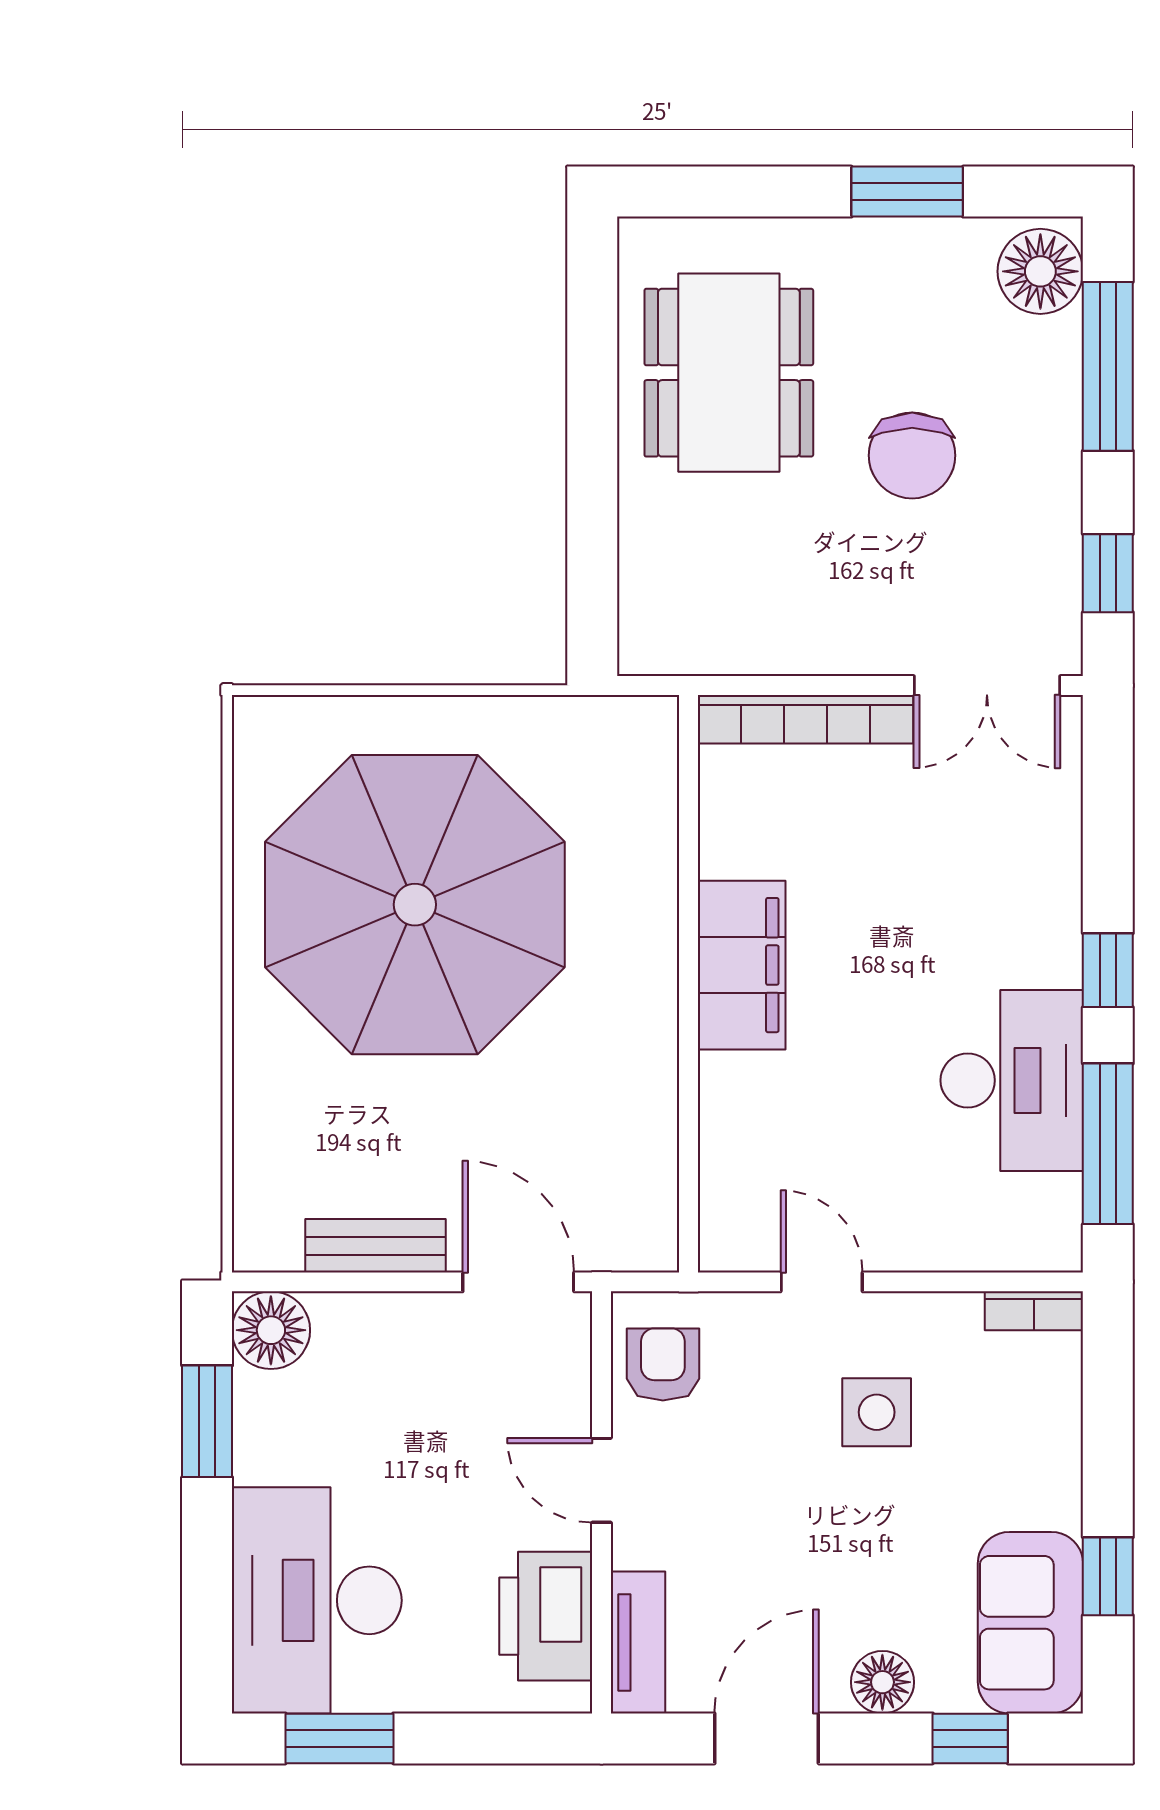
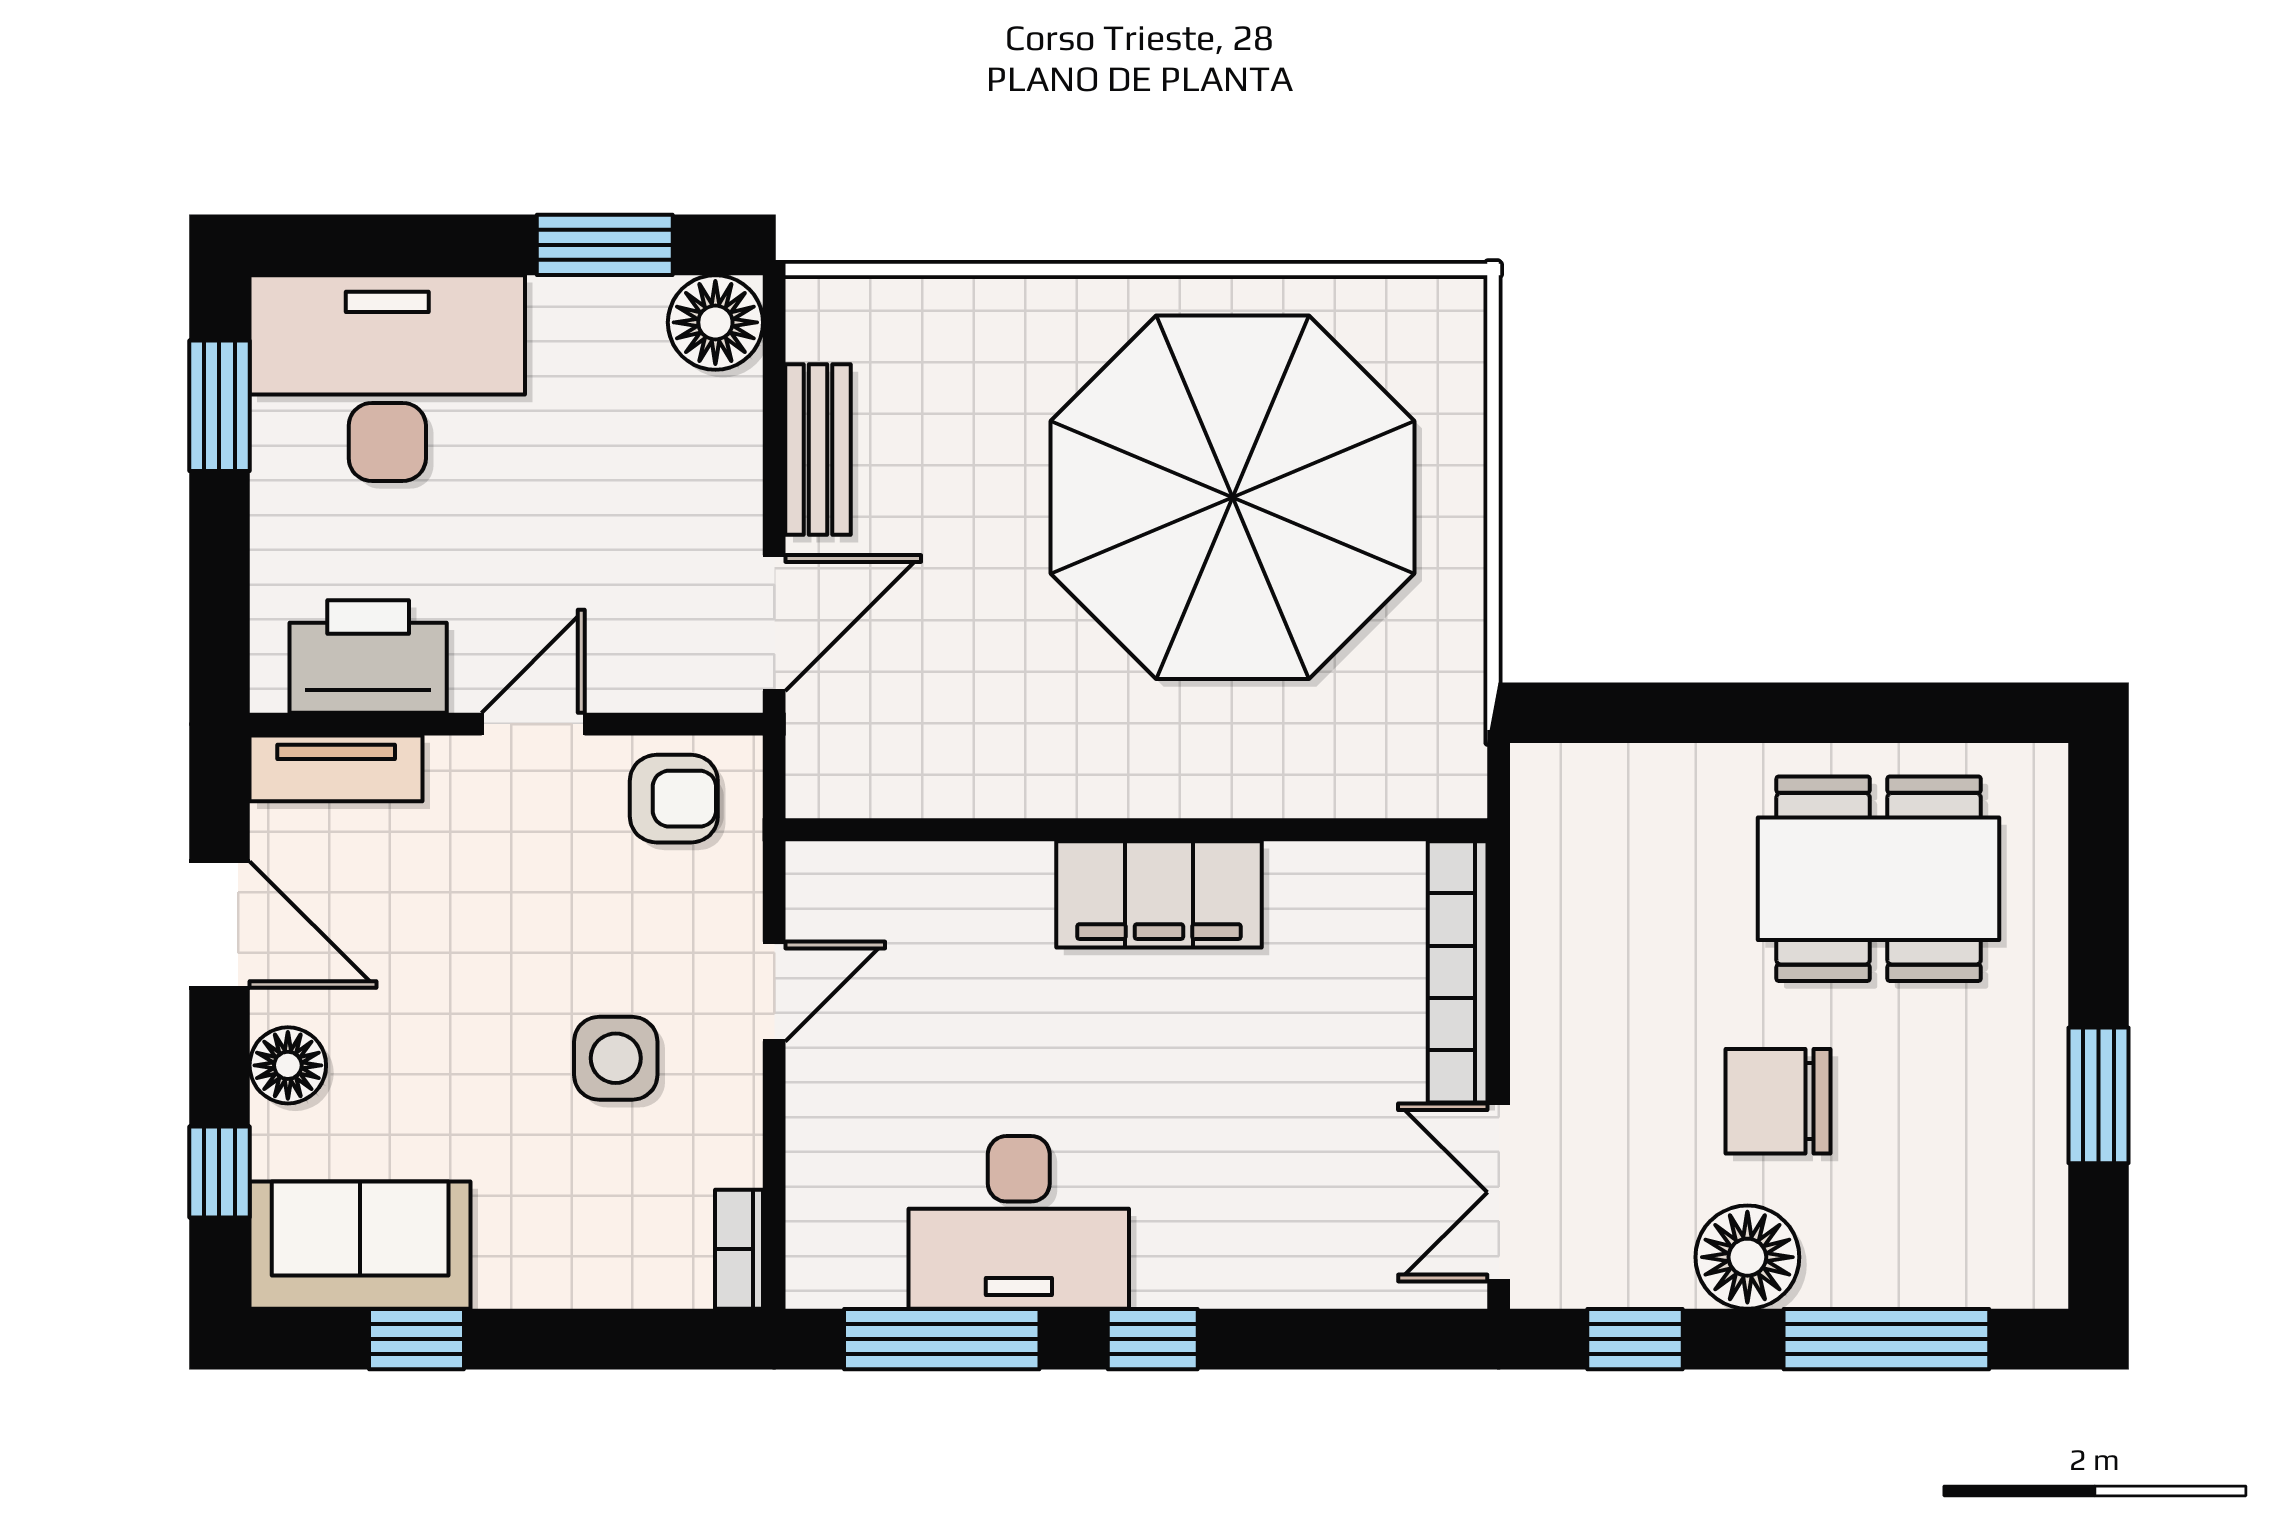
floor lamp: (1040, 271) -> (1747, 1257), moved

